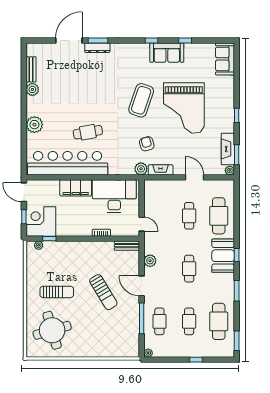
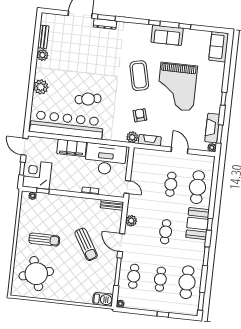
coffee table: (141, 100) -> (139, 76), turned -32
barbecue: (128, 350) -> (103, 299), added

